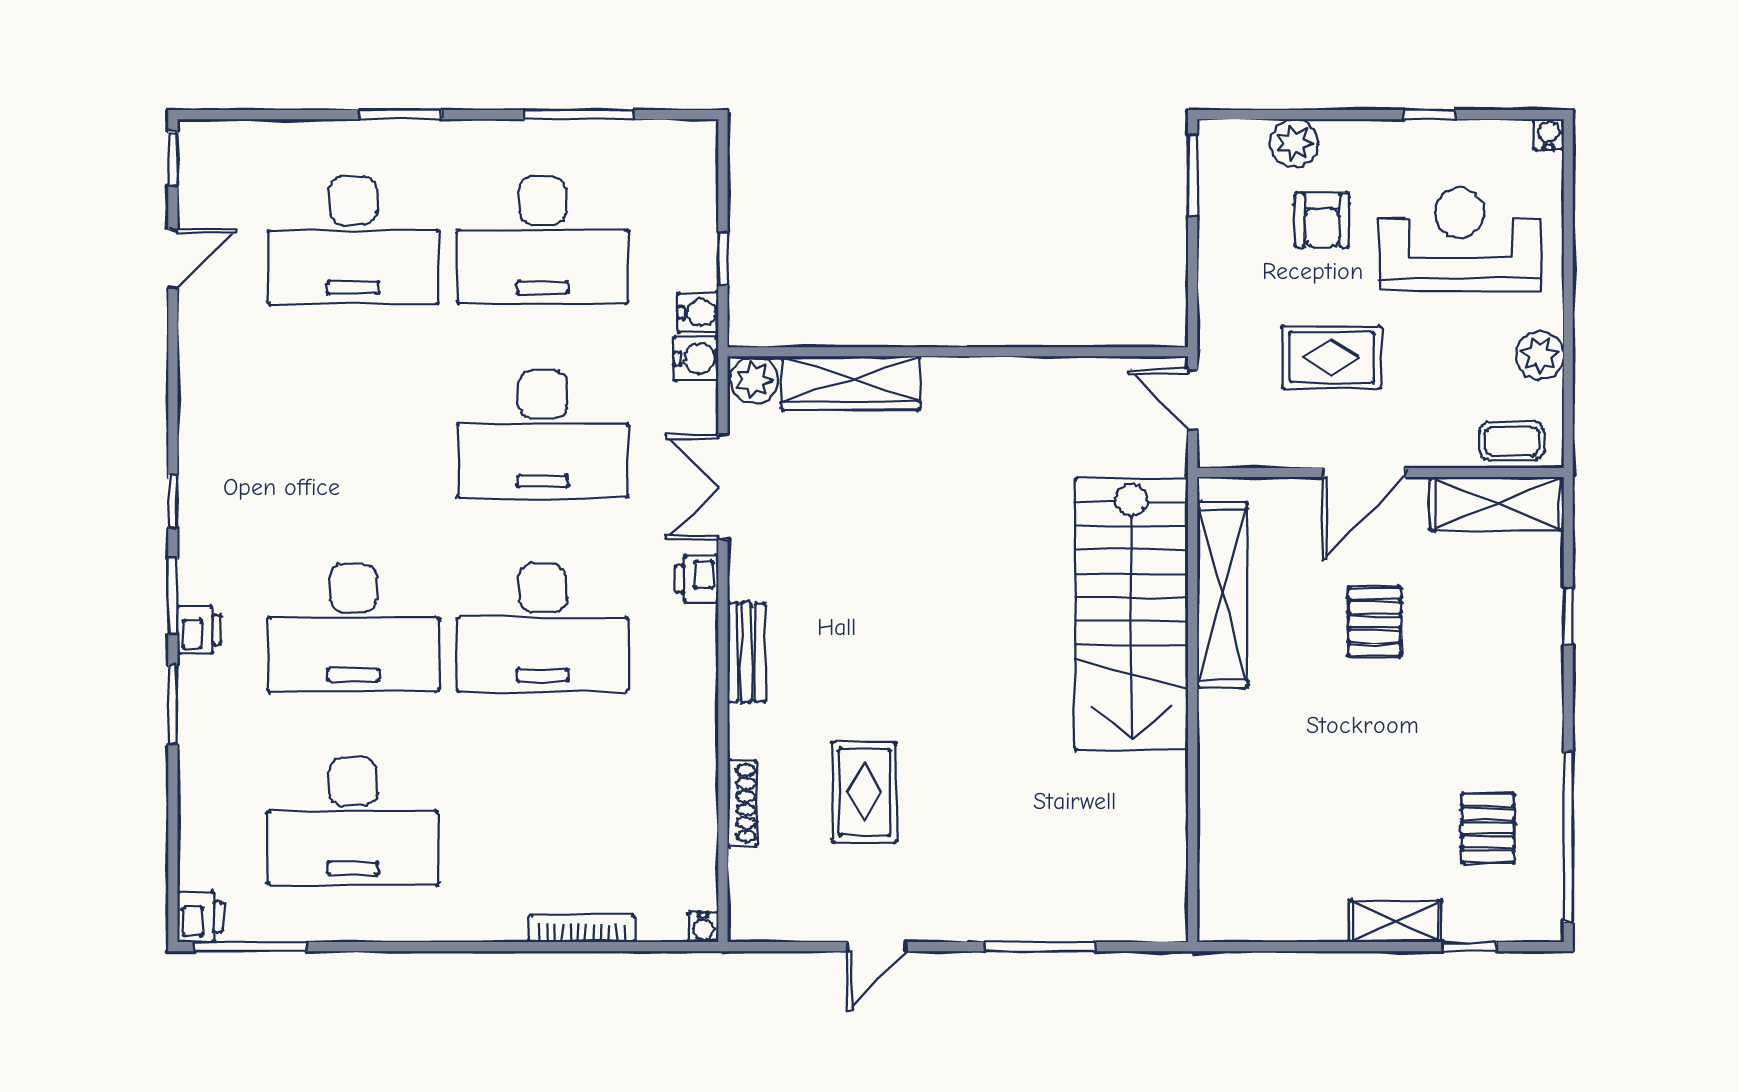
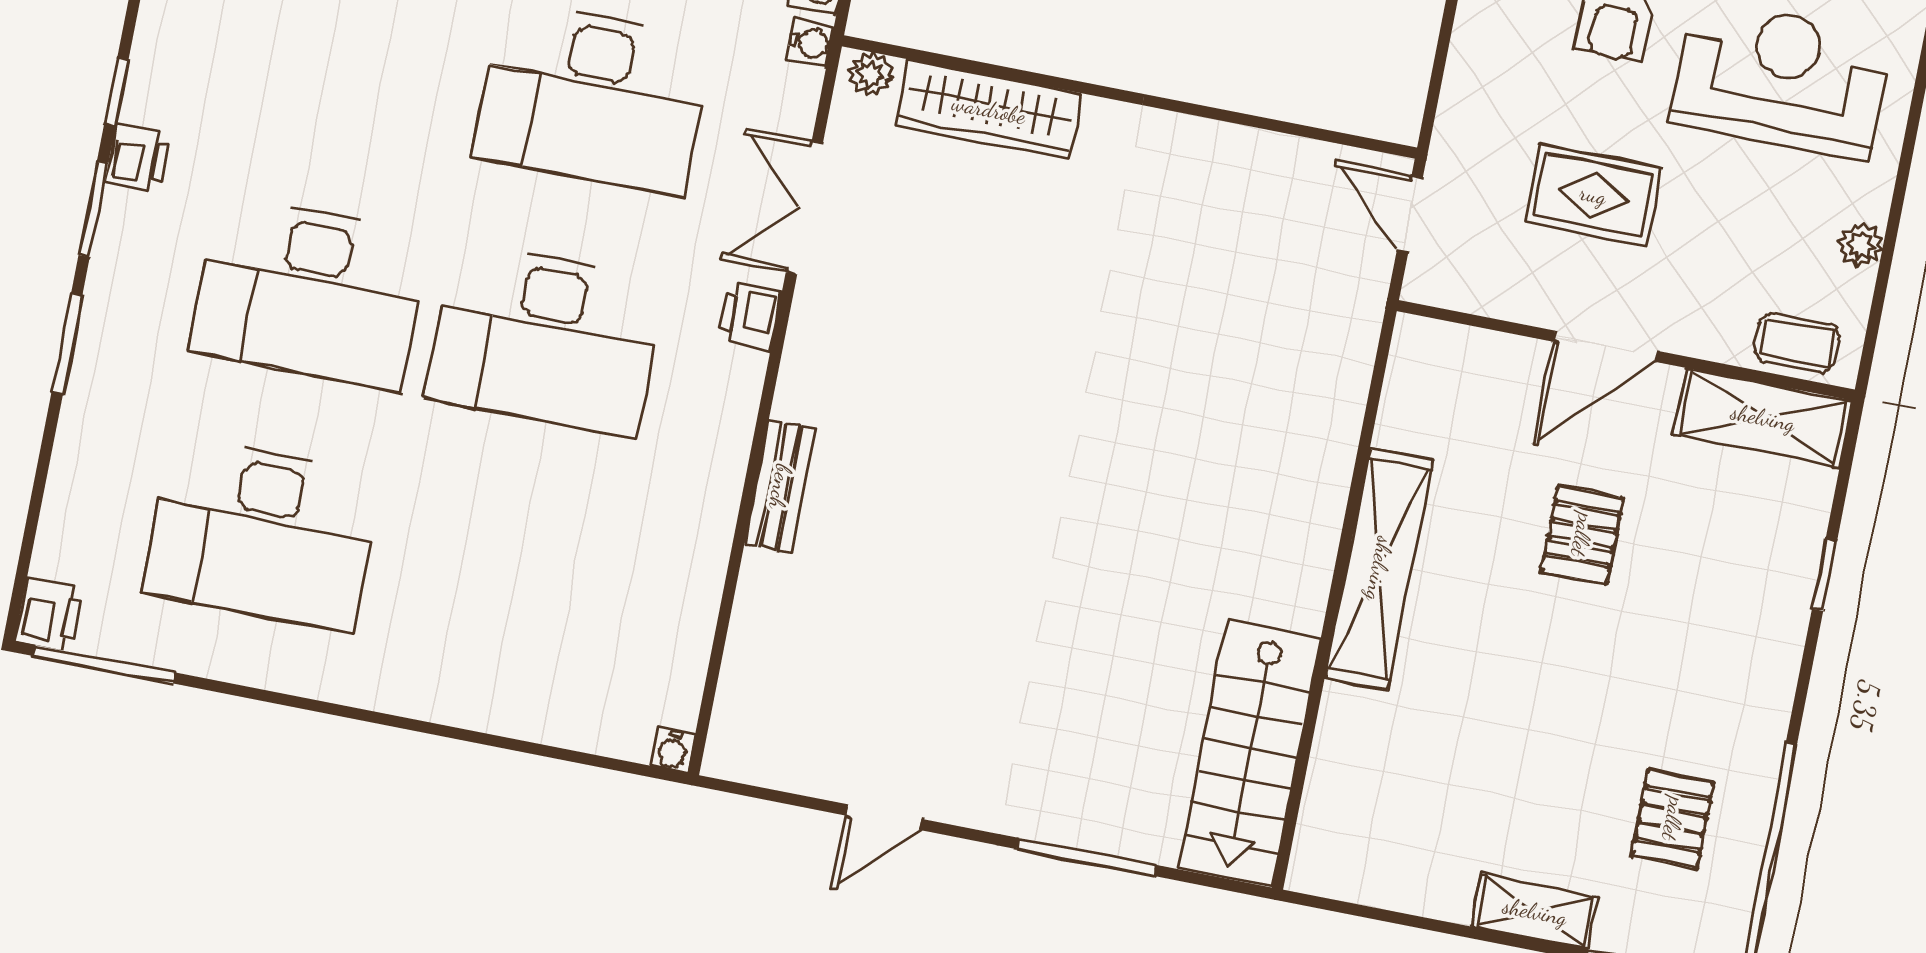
plant: (1540, 355) -> (1861, 245), width x0.73, depth x0.73
water cooler: (696, 359) -> (810, 43), width x0.72, depth x0.72
plant: (754, 380) -> (871, 74), width x0.73, depth x0.73
shelving: (1222, 595) -> (1379, 569), moved
stairs: (1131, 614) -> (1250, 753), moved, width x0.73, depth x0.66
printer: (199, 630) -> (138, 158), moved
bench: (746, 652) -> (780, 487), moved
rug: (864, 792) -> (906, 622), removed
shoe rack: (742, 803) -> (751, 606), removed
bookcase: (582, 929) -> (521, 723), removed

